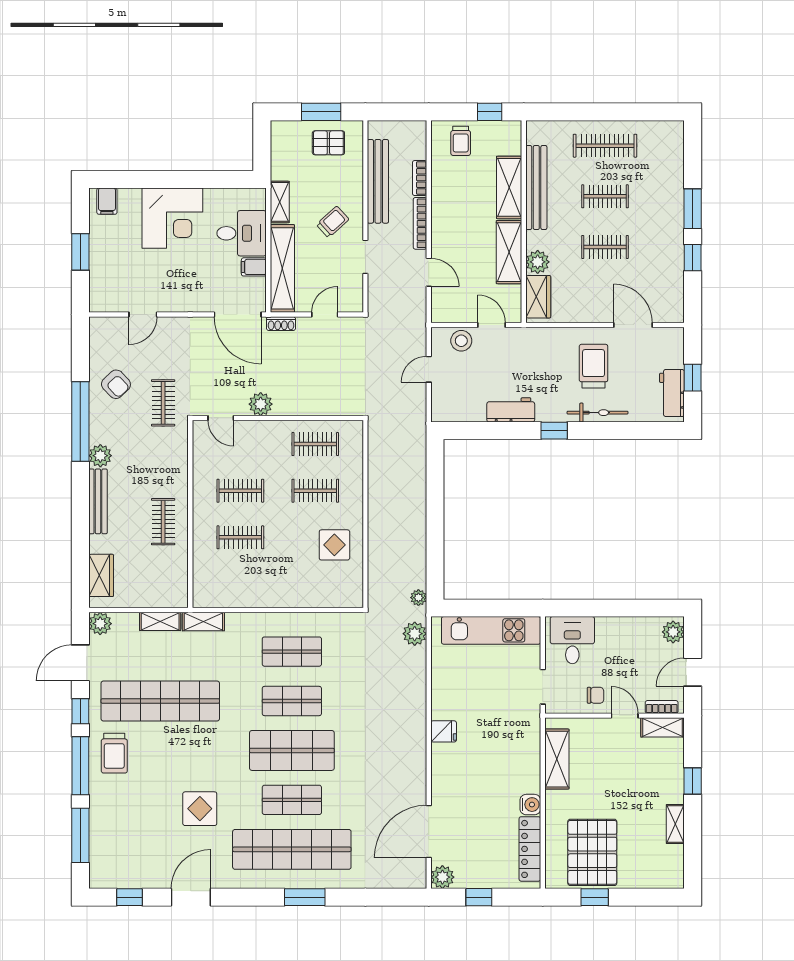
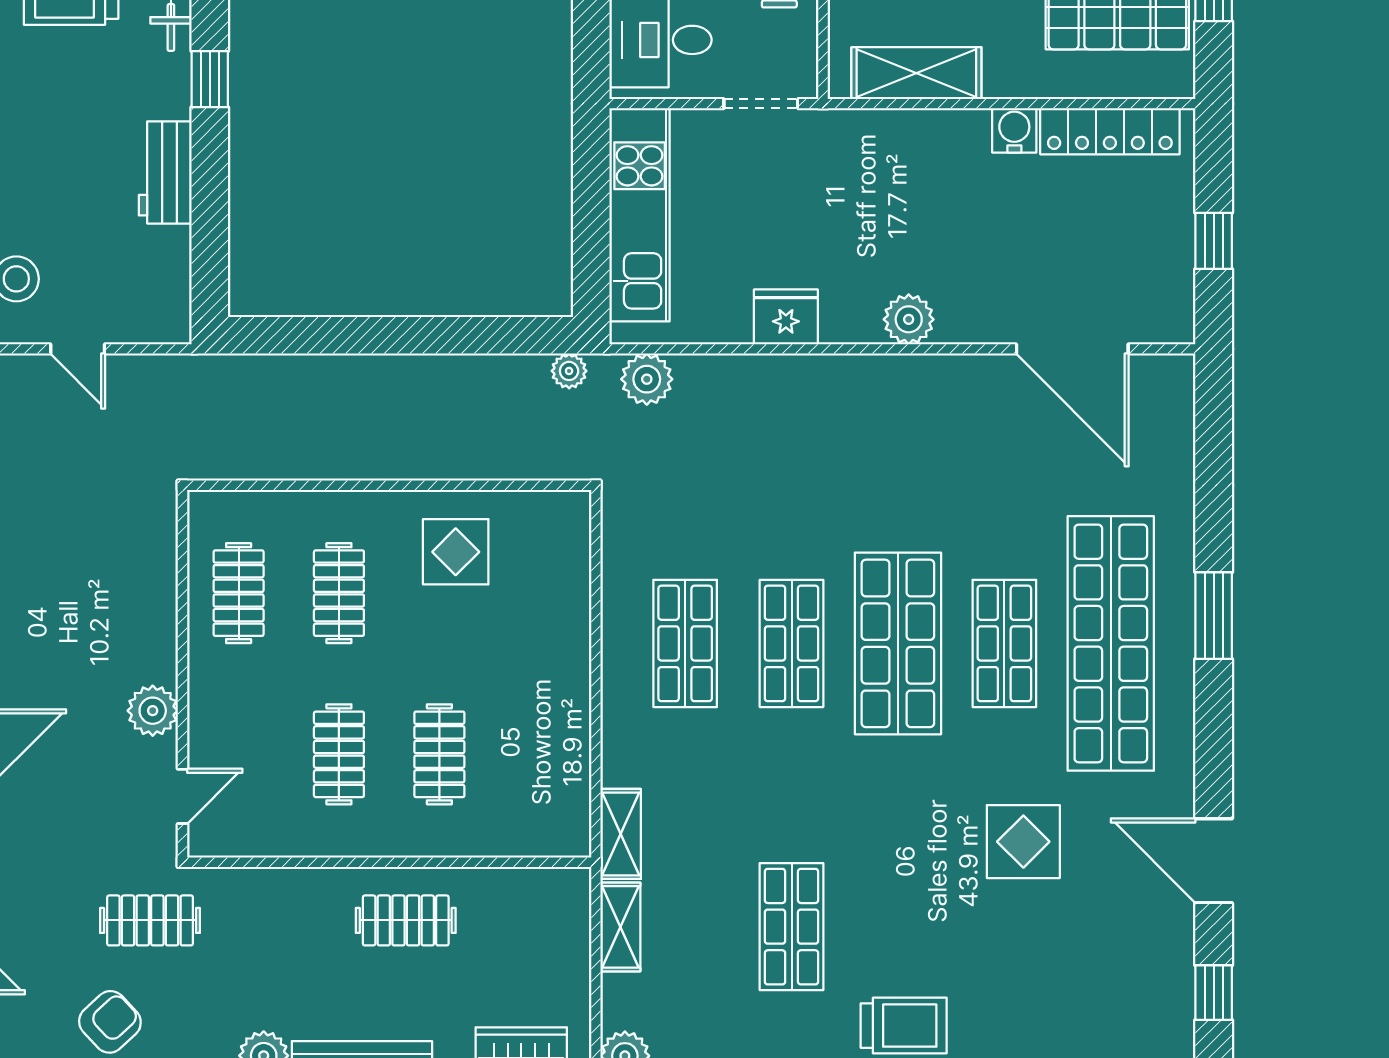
shop shelf: (160, 701) -> (792, 927), width x0.50, depth x0.74
fridge: (444, 731) -> (786, 317), moved, width x1.38
plant: (442, 877) -> (909, 319), moved

